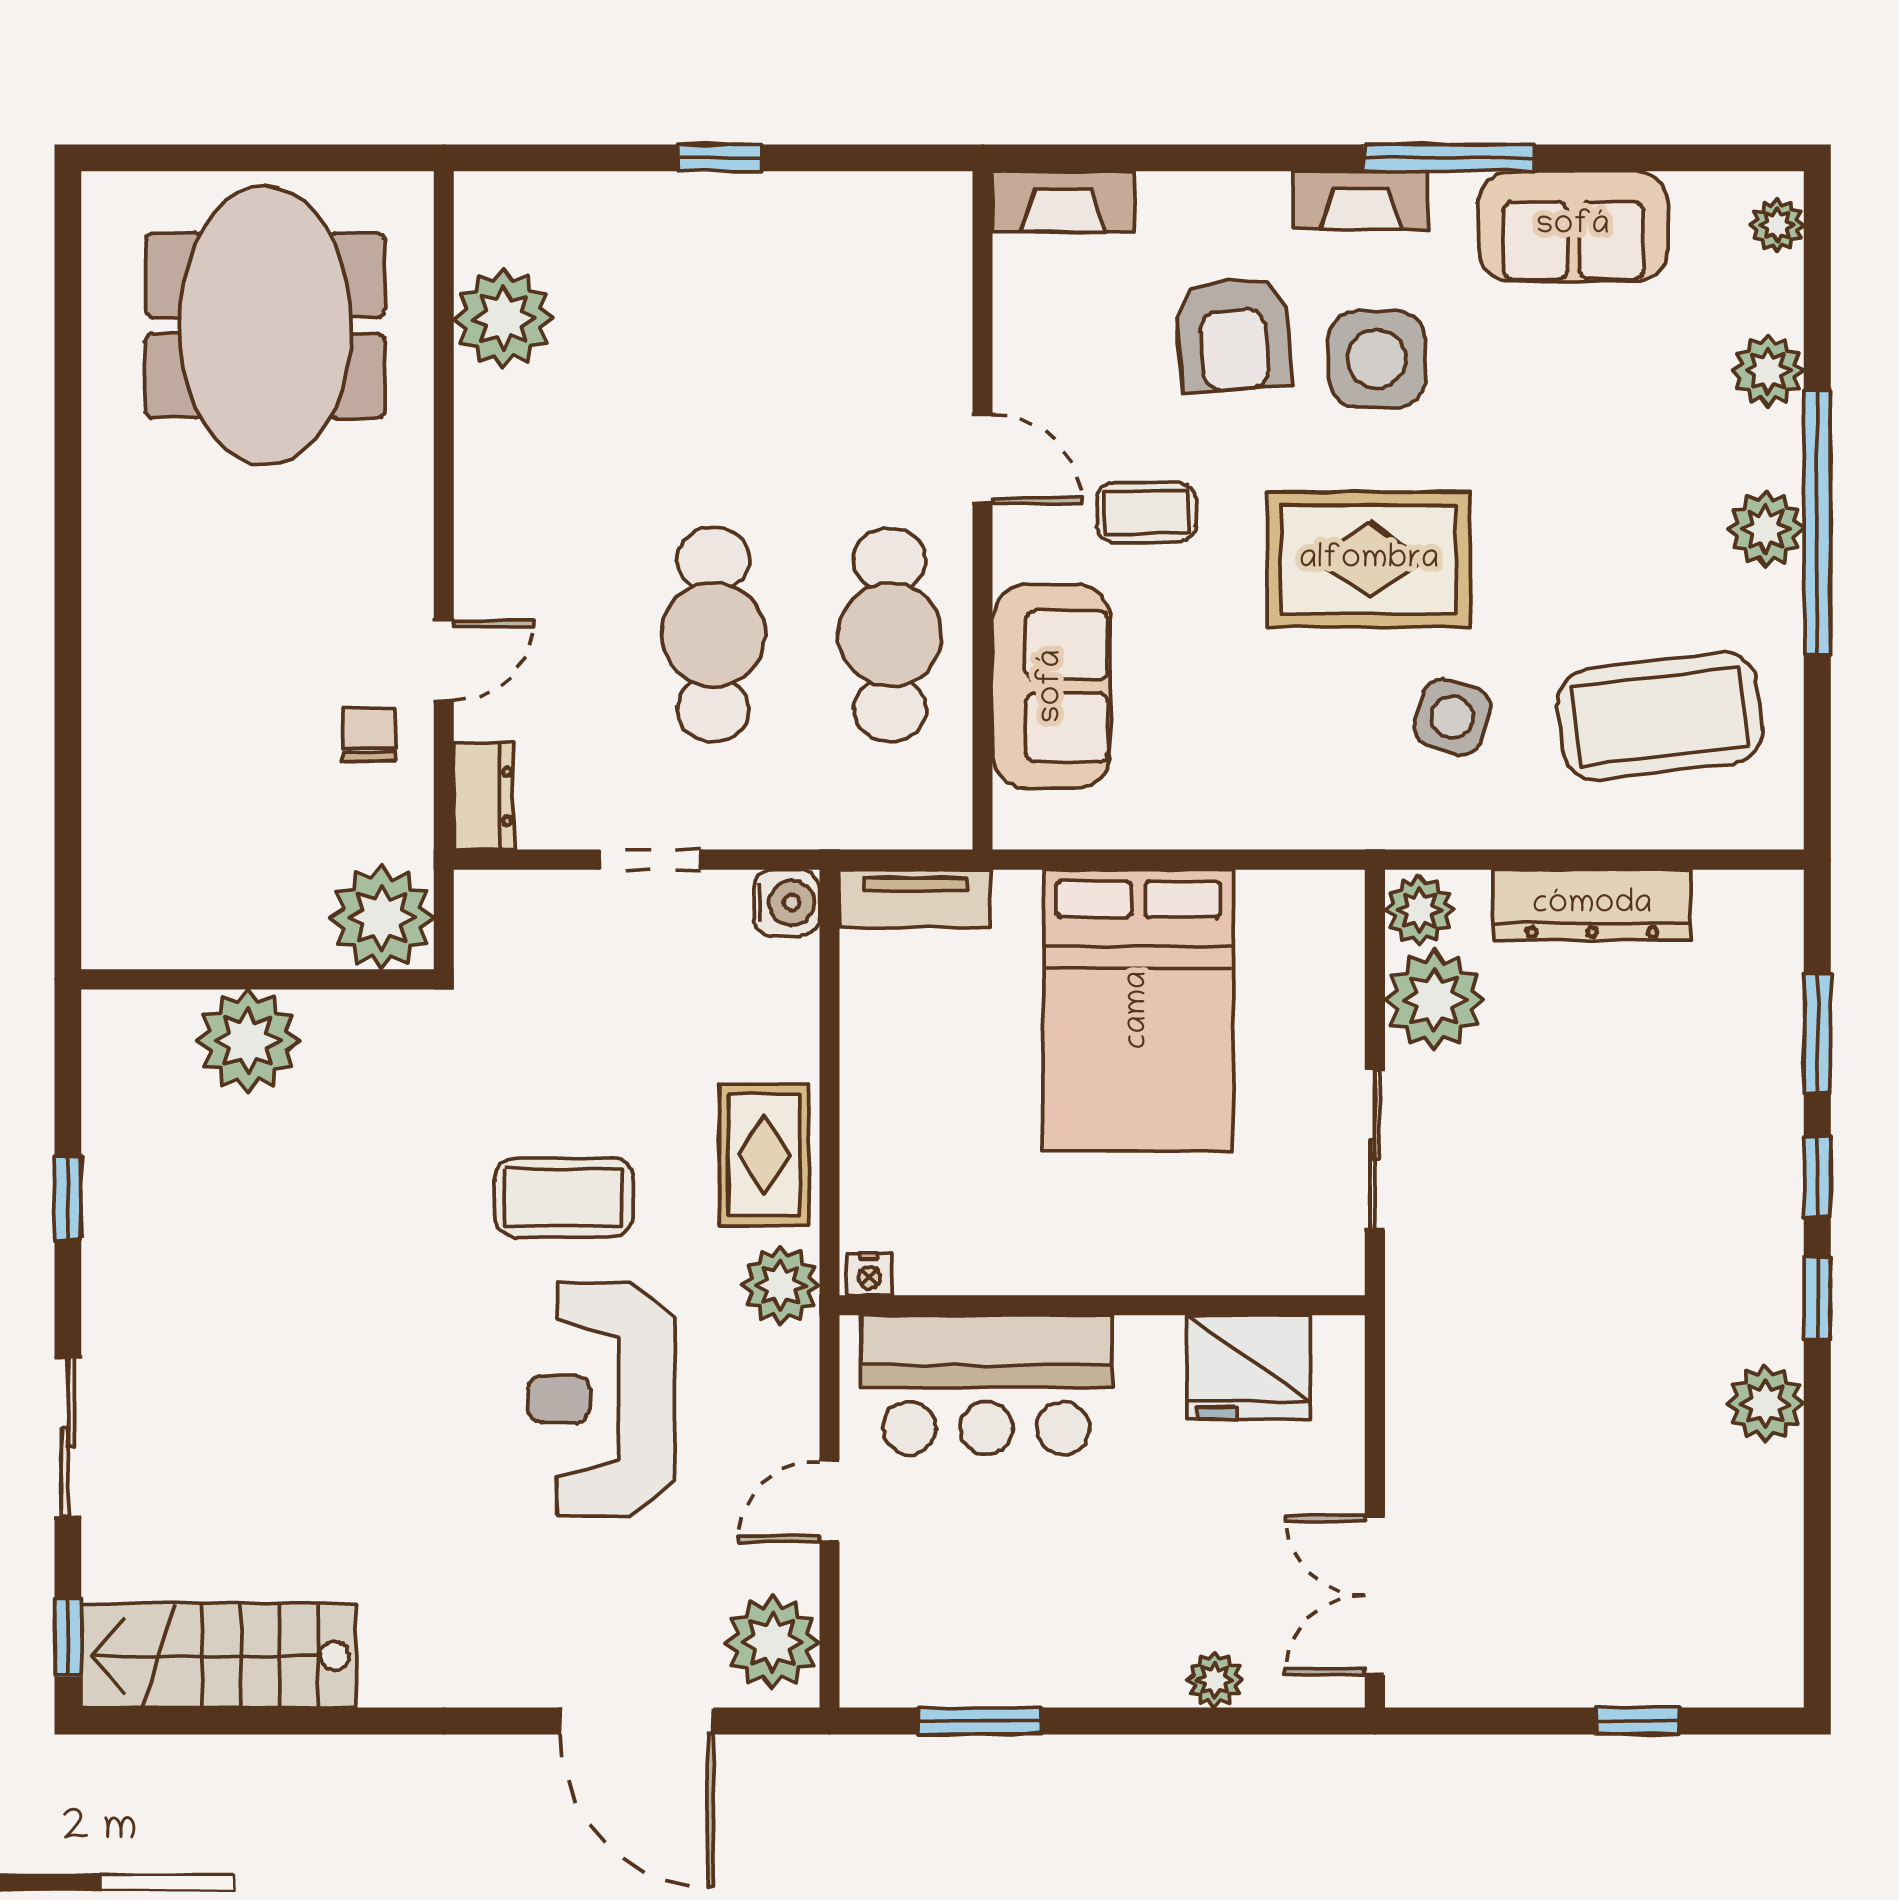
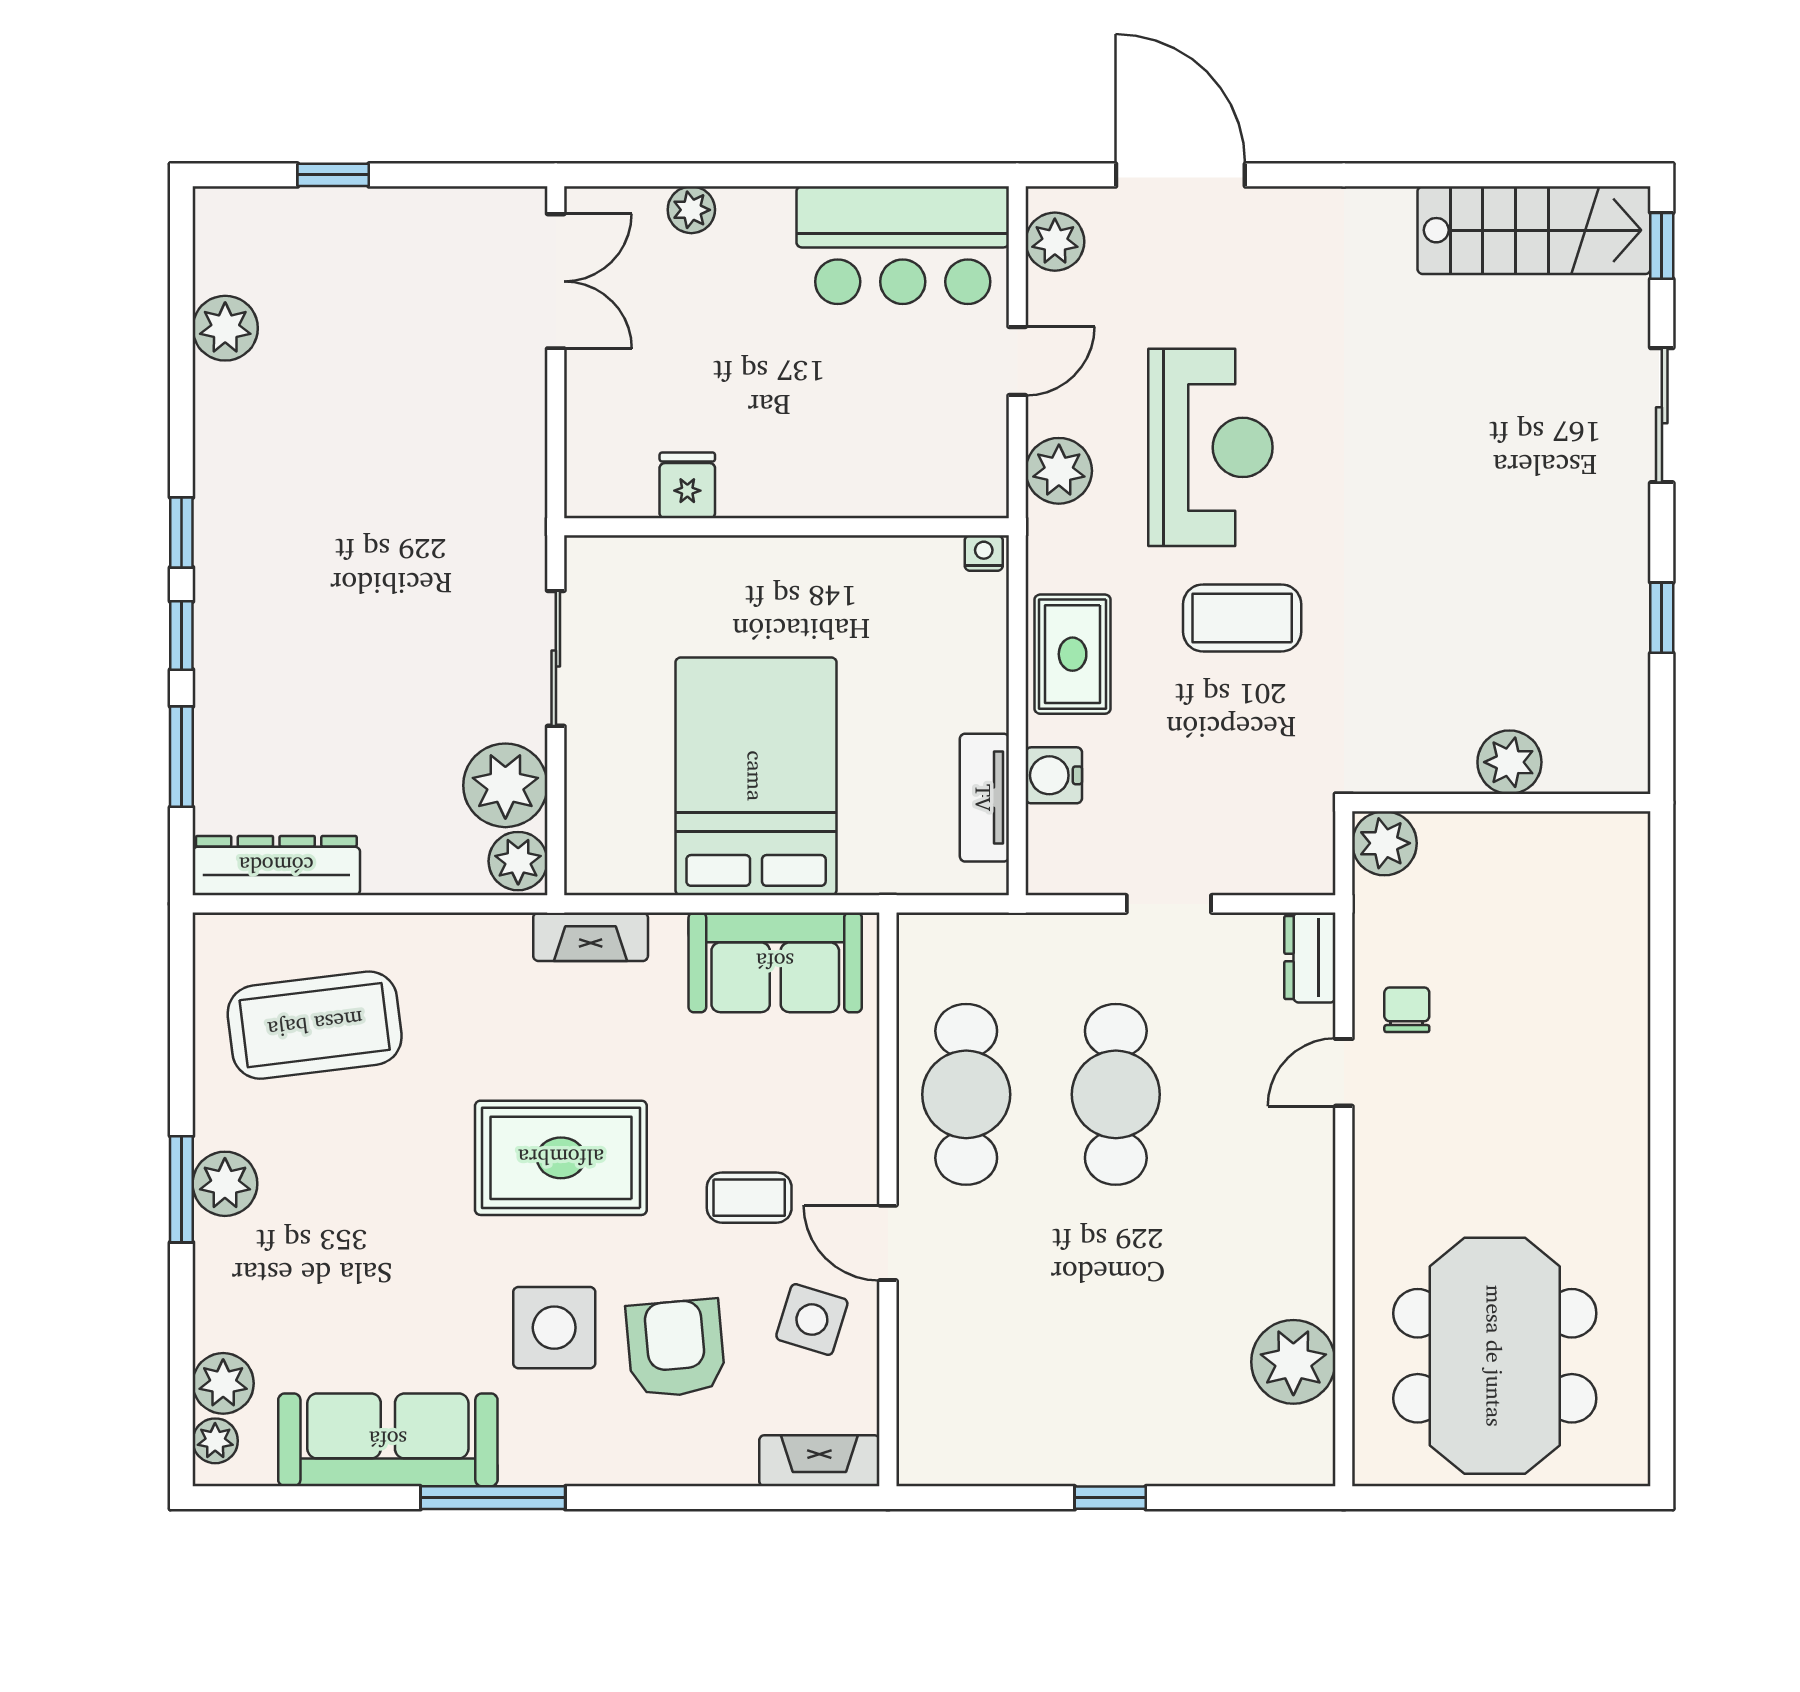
fireplace: (1361, 200) -> (591, 937), moved, turned 180
sofa: (1573, 226) -> (388, 1440), width x1.36
plant: (1768, 371) -> (223, 1383), moved
window: (1817, 522) -> (181, 1189), width x0.47
sofa: (1052, 686) -> (775, 962), moved, turned -90
side table: (1452, 717) -> (812, 1320), moved
chair: (369, 734) -> (1407, 1010), turned 180
tv unit: (915, 898) -> (984, 798), moved, turned -90
water cooler: (786, 903) -> (1054, 775), moved
dresser: (1592, 905) -> (276, 866), moved
plant: (382, 917) -> (1384, 843), width x0.73, depth x0.73
plant: (248, 1041) -> (1509, 762), width x0.73, depth x0.73
plant: (781, 1285) -> (1059, 471), moved
fridge: (1248, 1367) -> (687, 485), width x0.53, depth x0.75
bar counter: (986, 1385) -> (903, 245), moved, turned 180
plant: (1766, 1404) -> (225, 328), moved
plant: (772, 1642) -> (1055, 242), width x0.73, depth x0.73
window: (980, 1721) -> (890, 175), removed

